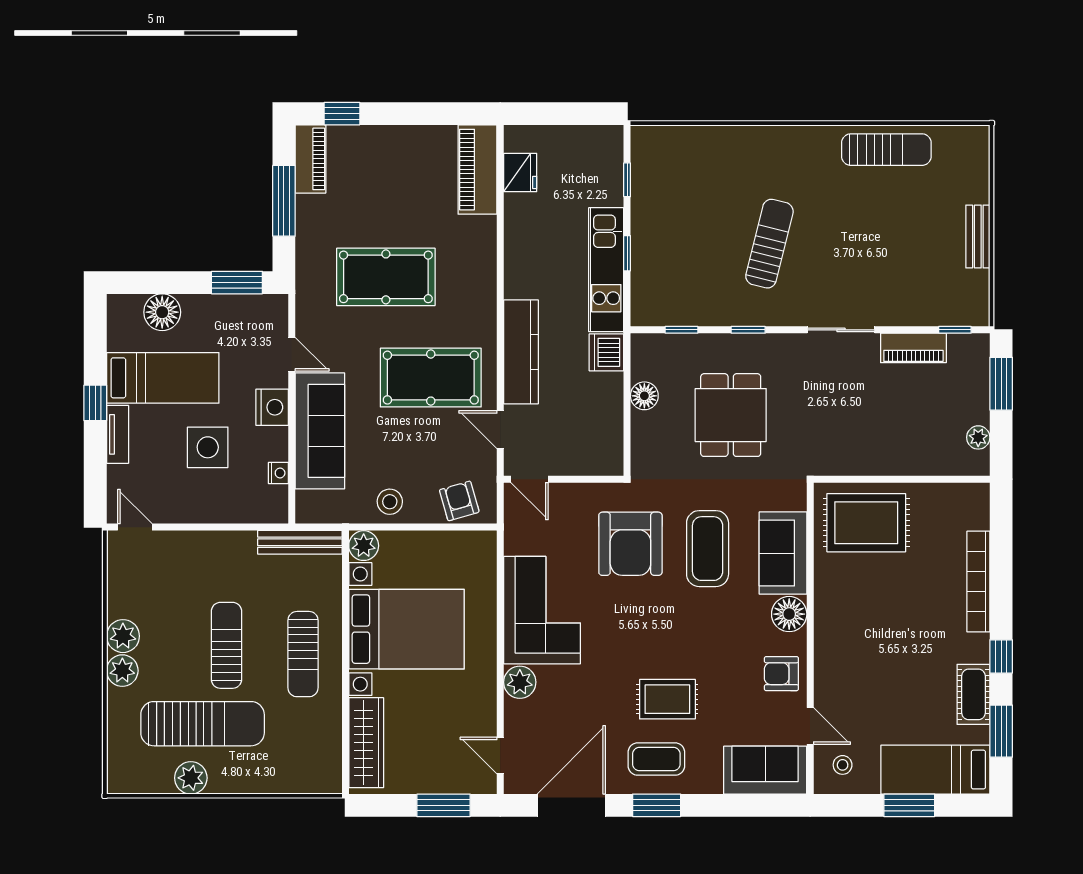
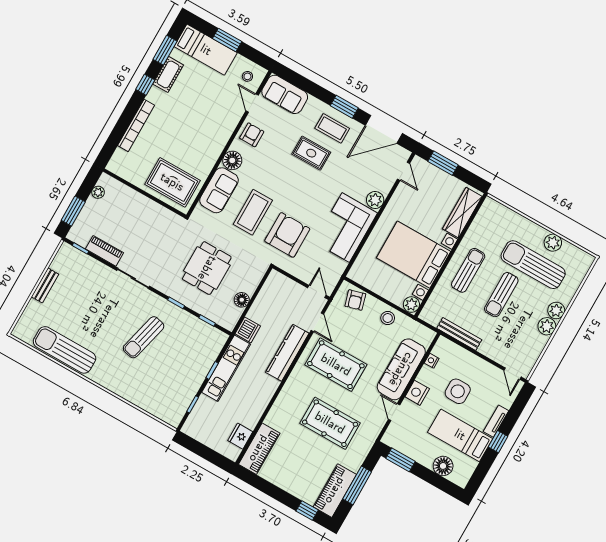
sun lounger: (886, 150) -> (65, 350), width x1.36, depth x1.34
piano: (311, 159) -> (335, 491), width x1.37, depth x1.33
bench: (300, 542) -> (459, 334), moved
armchair: (781, 674) -> (252, 135), turned -90

